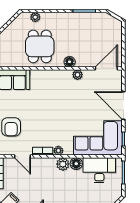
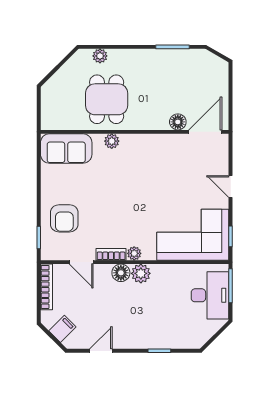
floor lamp: (70, 62) -> (178, 122), moved
plant: (77, 75) -> (112, 141), moved
door: (123, 105) -> (231, 187), width x0.53
floor lamp: (76, 164) -> (121, 273), moved
desk: (99, 170) -> (210, 295), moved, turned 90

